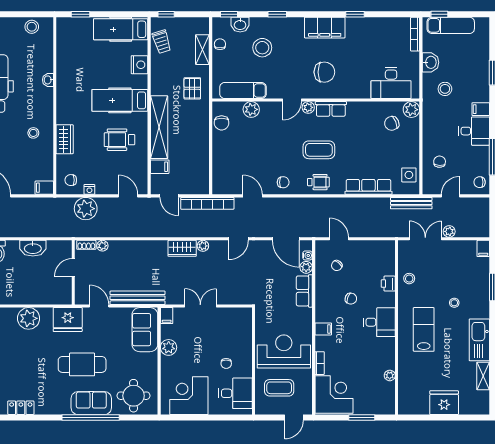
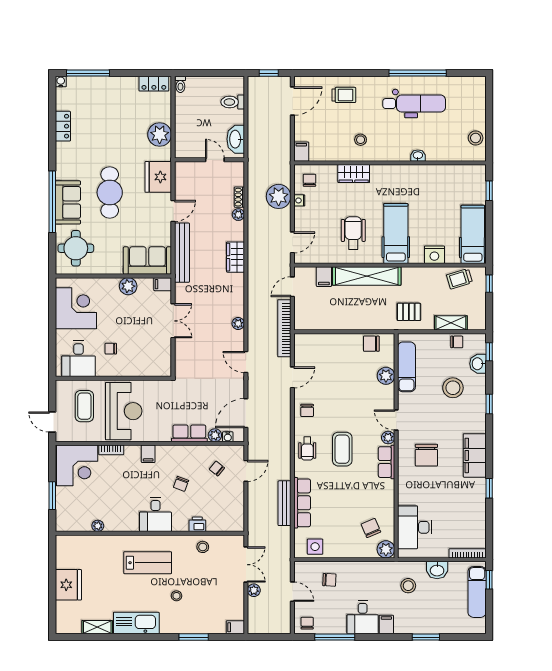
bench: (411, 203) -> (284, 503), moved
wardrobe: (182, 248) -> (235, 257), moved
door: (73, 267) -> (215, 160), moved
wall: (73, 272) -> (209, 160), moved

